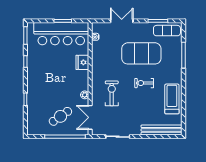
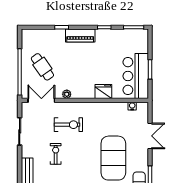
bar counter: (61, 34) -> (136, 76), width x0.73
piano: (33, 83) -> (80, 36), added
exercise bike: (144, 83) -> (56, 154), moved

